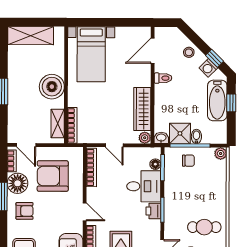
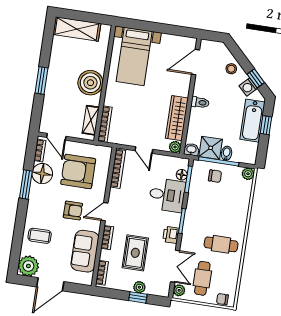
toilet: (163, 78) -> (200, 102), moved
armchair: (25, 211) -> (73, 210), moved
printer: (153, 211) -> (171, 235), moved
door: (85, 212) -> (105, 212), swing flipped

